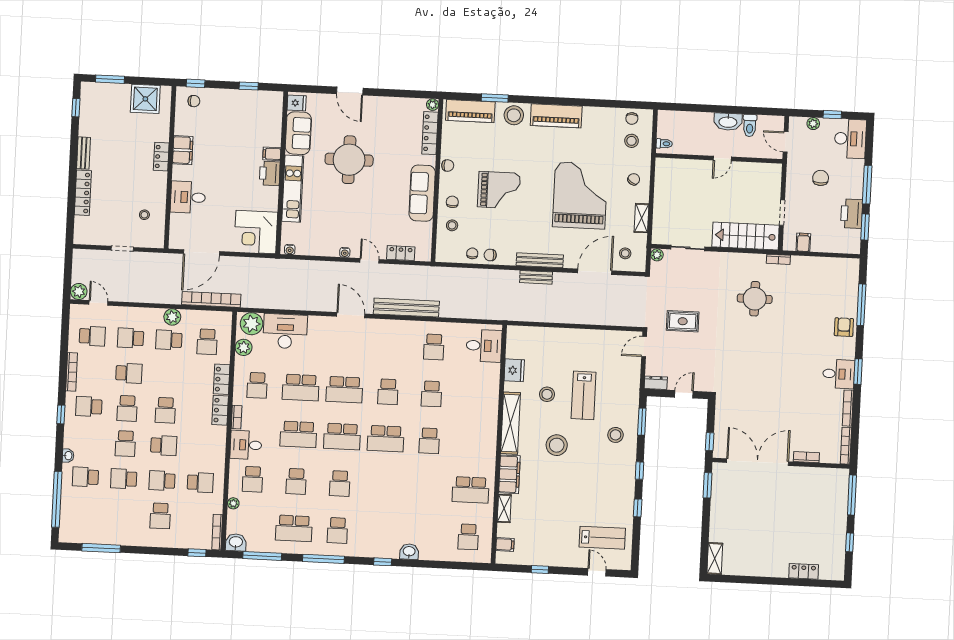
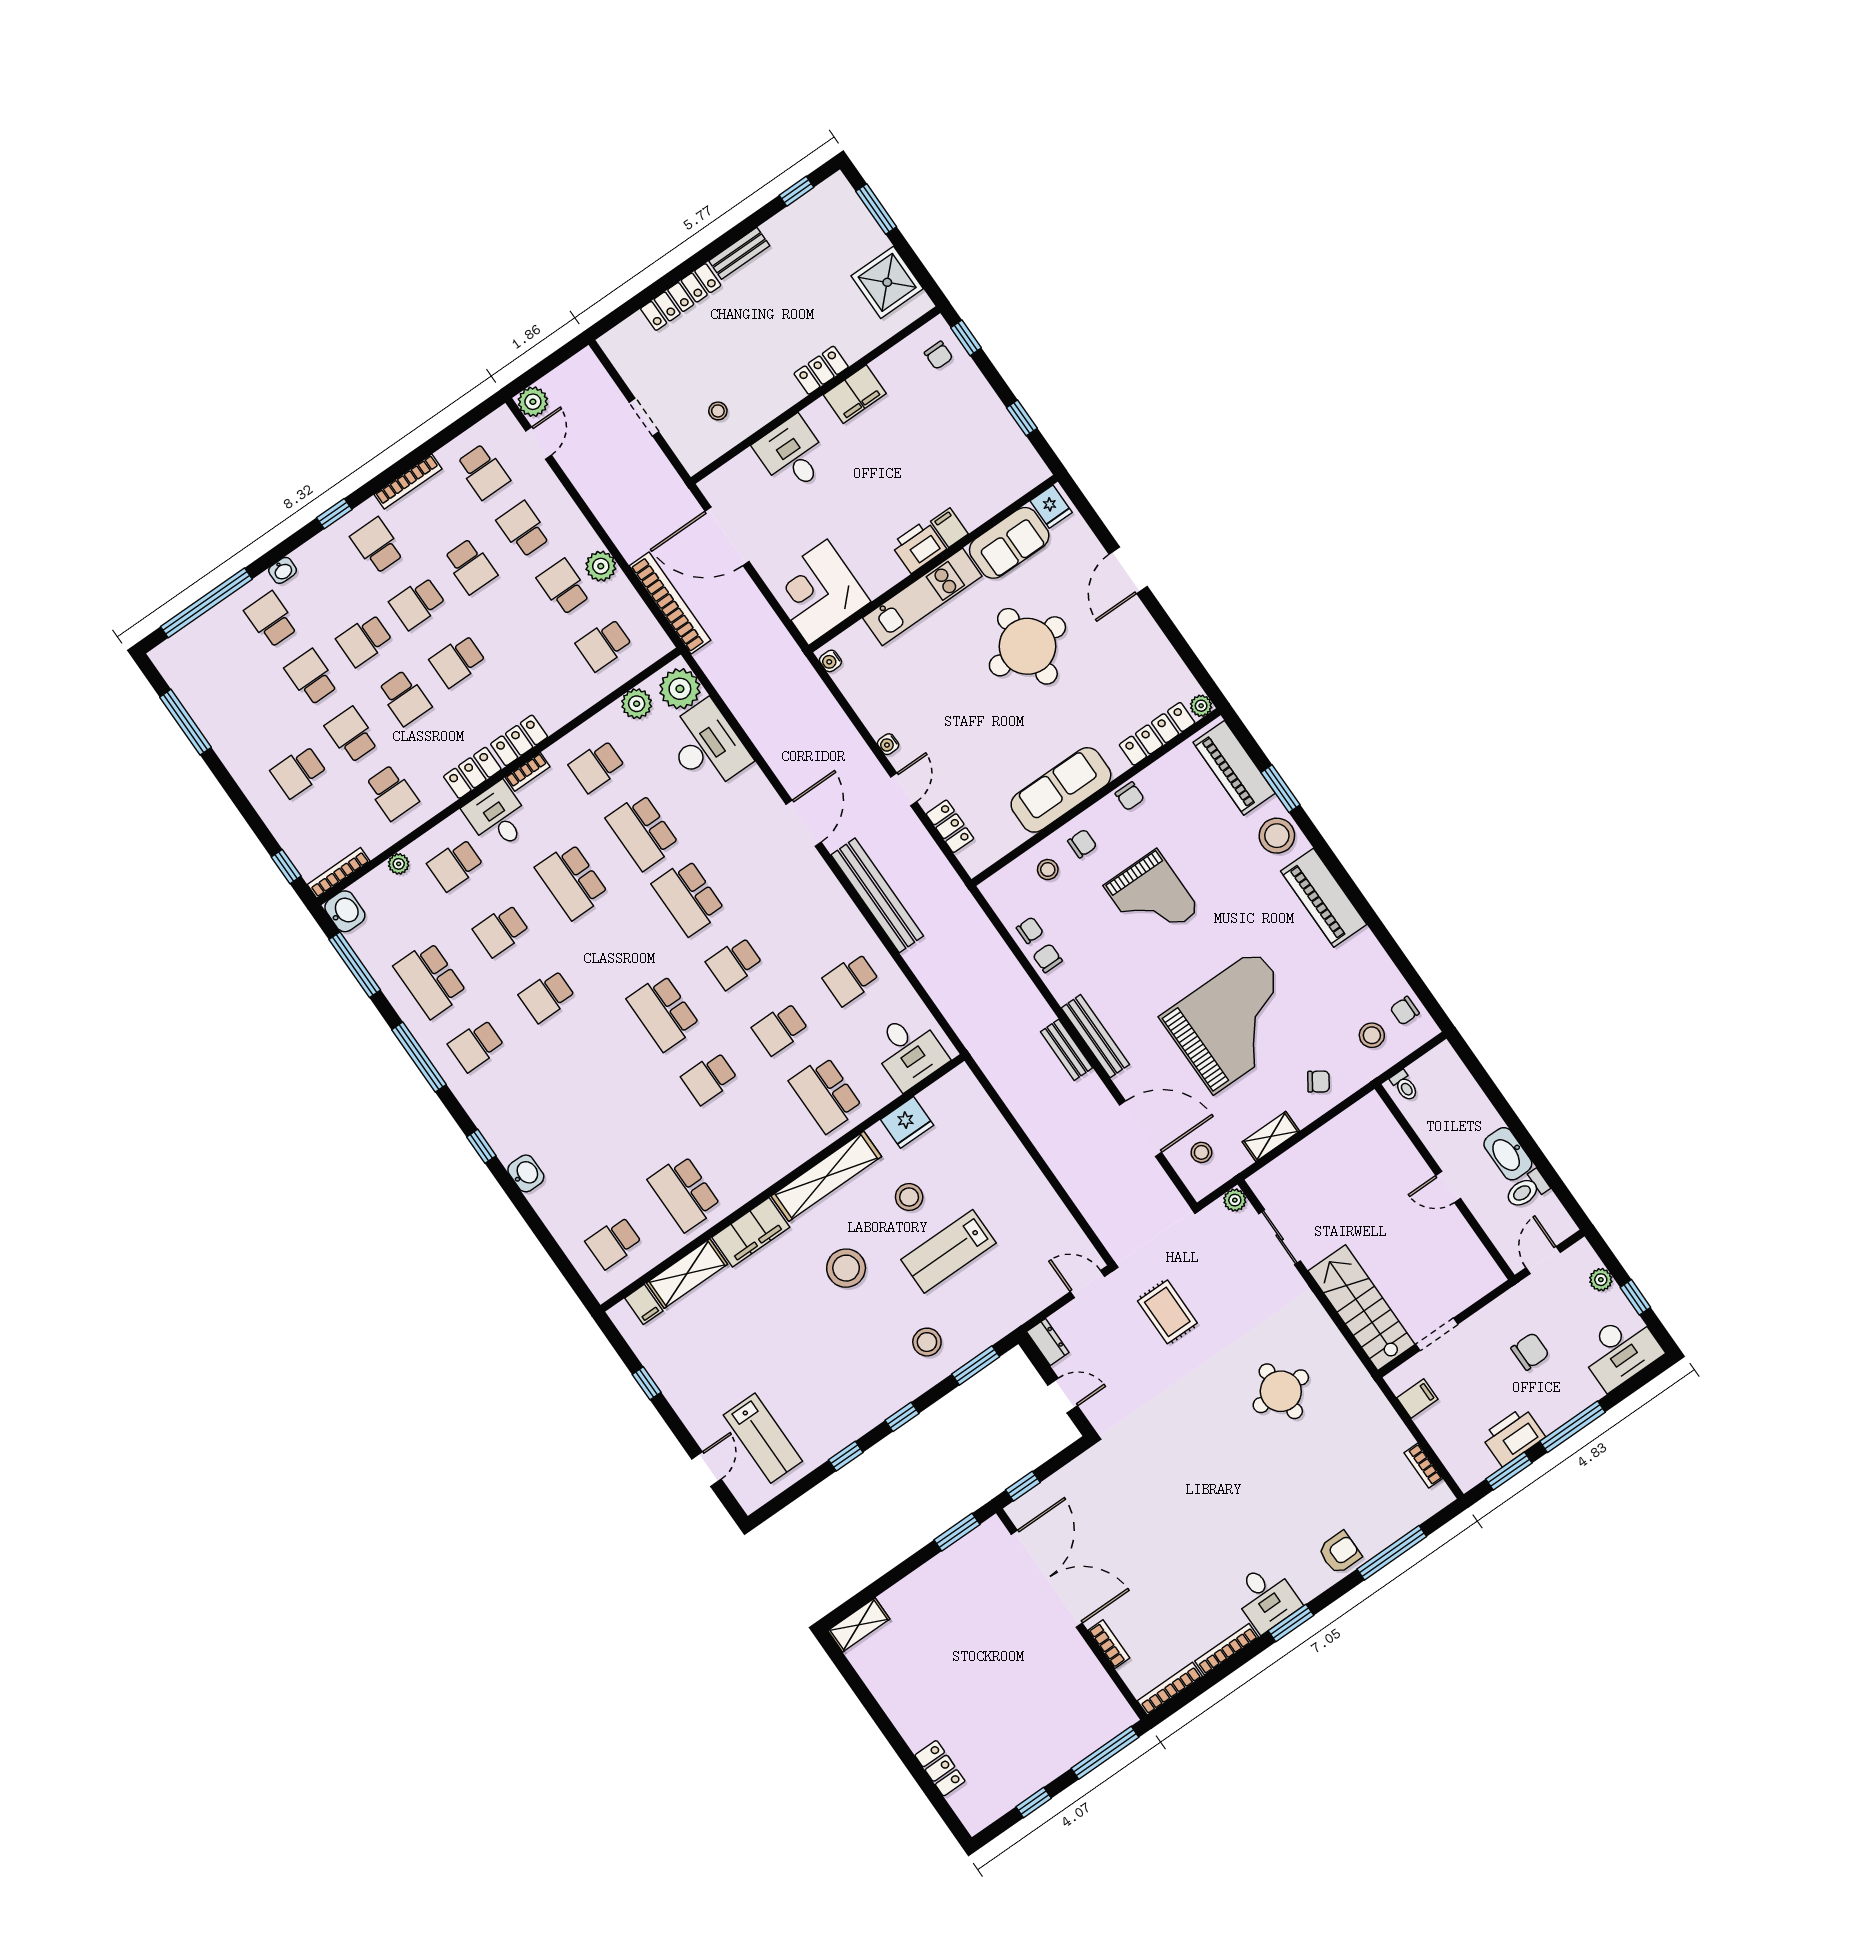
bookcase: (778, 259) -> (1423, 1466), moved
locker: (222, 379) -> (472, 773), moved
school desk: (342, 437) -> (826, 1094), moved
shelving: (504, 508) -> (687, 1273), width x1.50, depth x1.33

